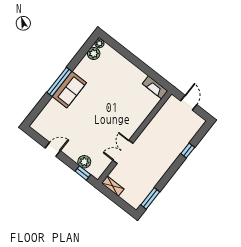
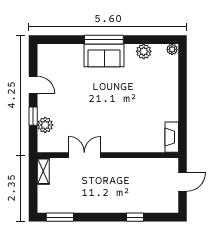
plant: (94, 53) -> (144, 51), moved
window: (83, 173) -> (33, 116), moved

